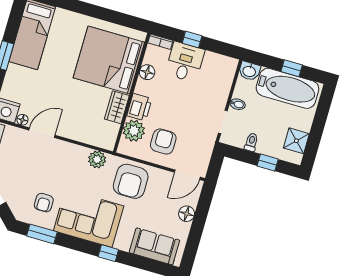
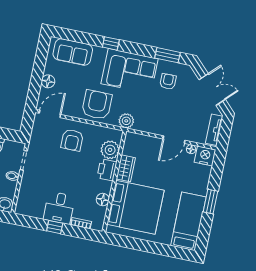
bed: (109, 60) -> (135, 207), moved
floor lamp: (147, 72) -> (103, 200), moved
wall: (132, 93) -> (114, 181), moved
wardrobe: (117, 107) -> (126, 168), moved
printer: (139, 107) -> (107, 170), moved
plant: (134, 131) -> (110, 150), moved

